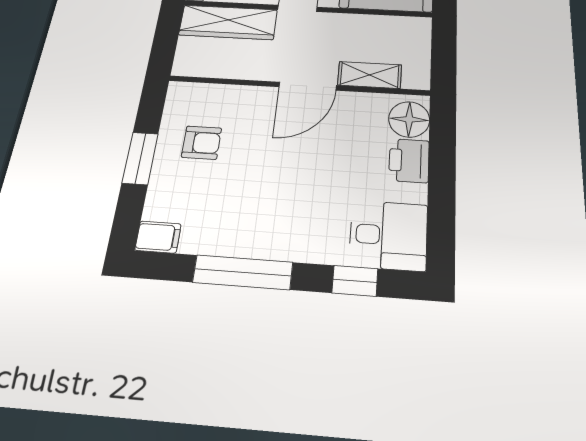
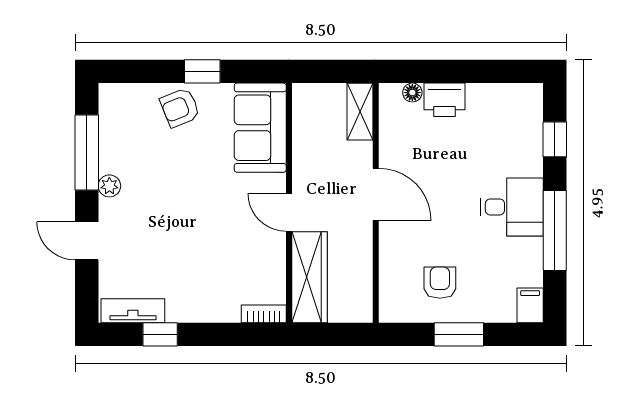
shelving: (370, 75) -> (360, 112), moved
floor lamp: (409, 119) -> (412, 93), width x0.53, depth x0.53
desk: (388, 235) -> (512, 207), moved, turned 90

